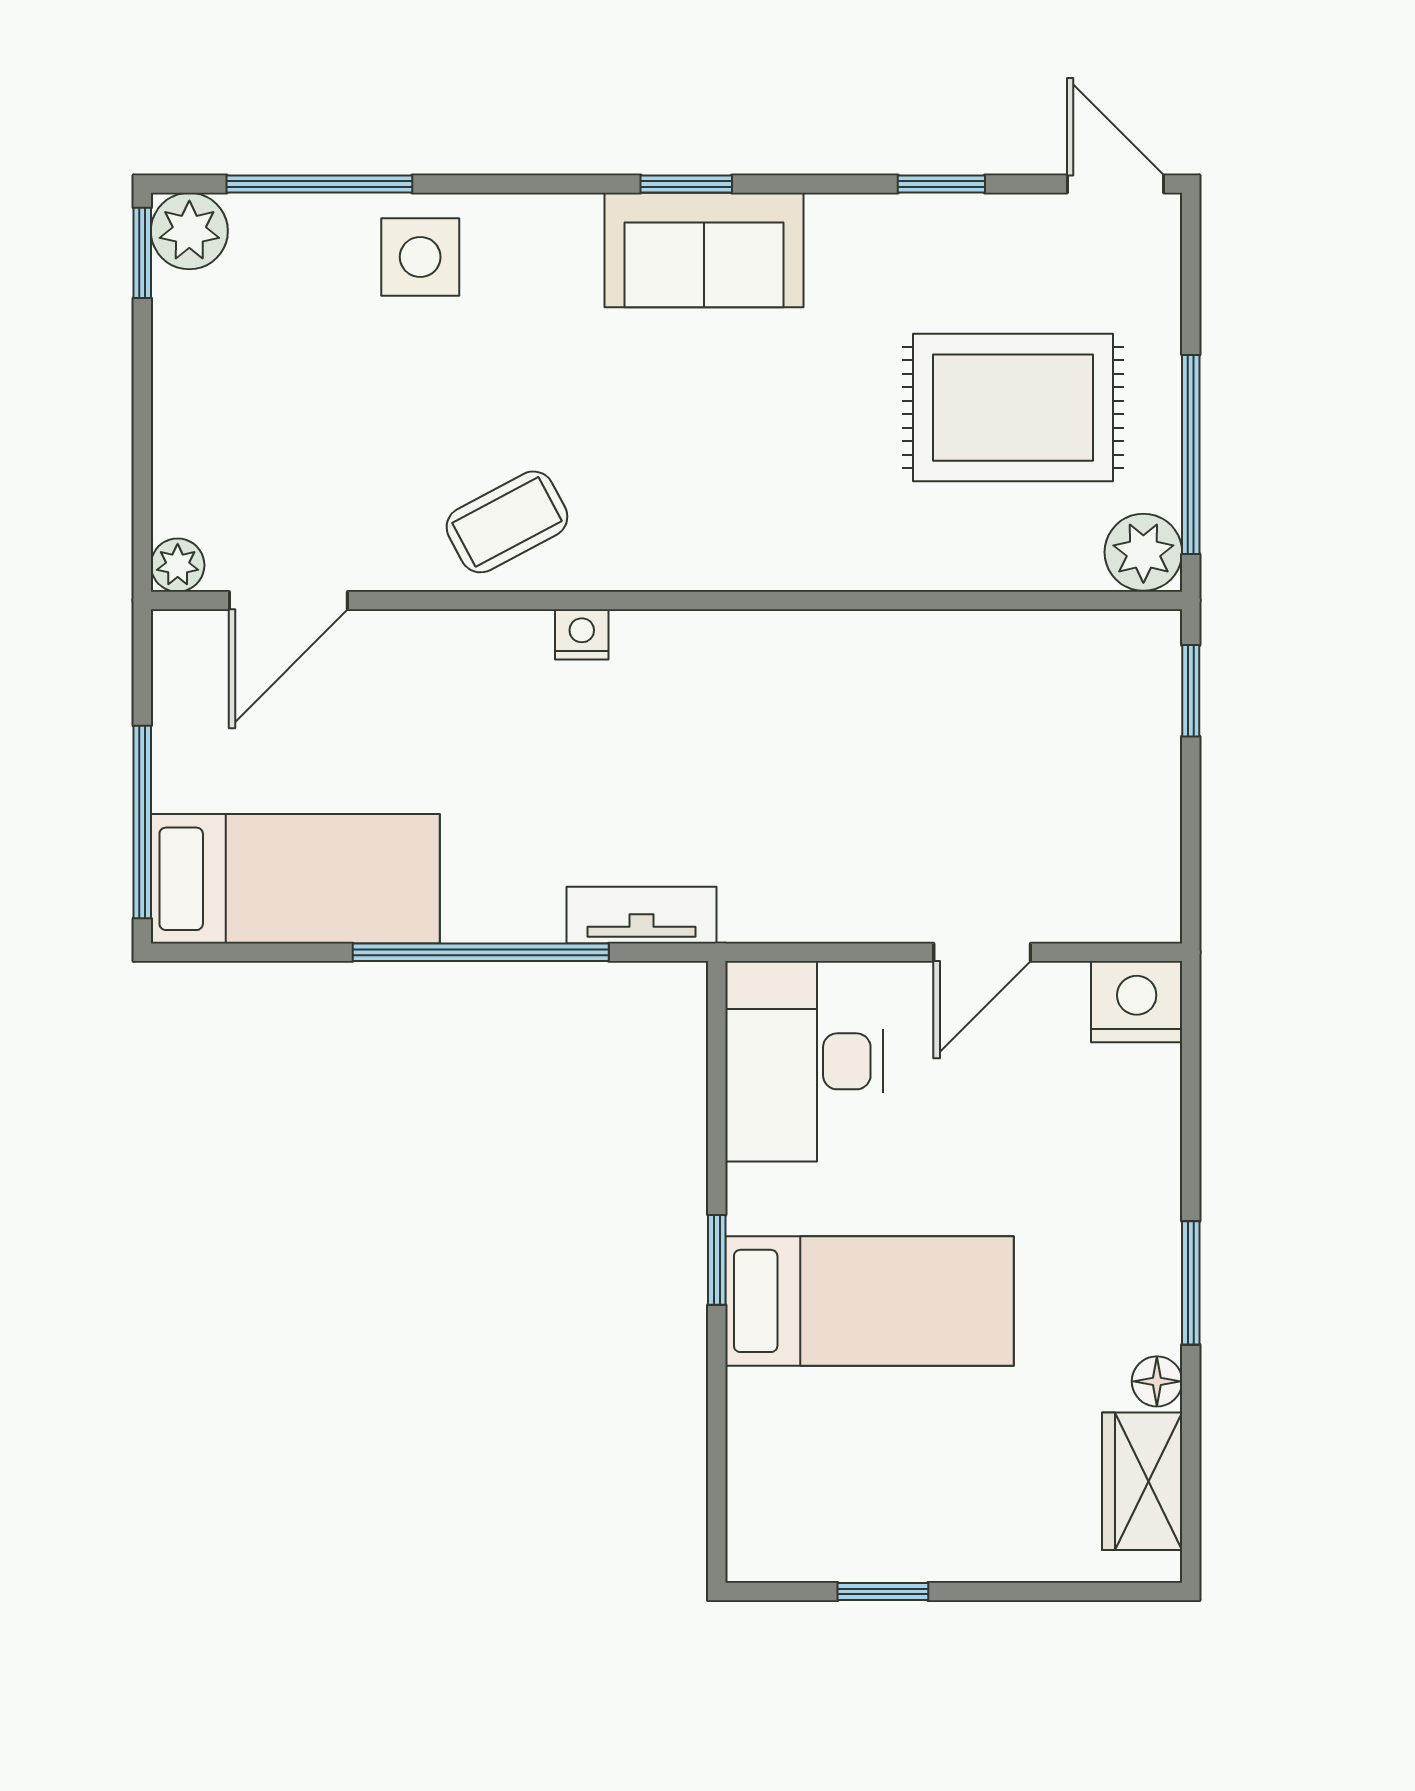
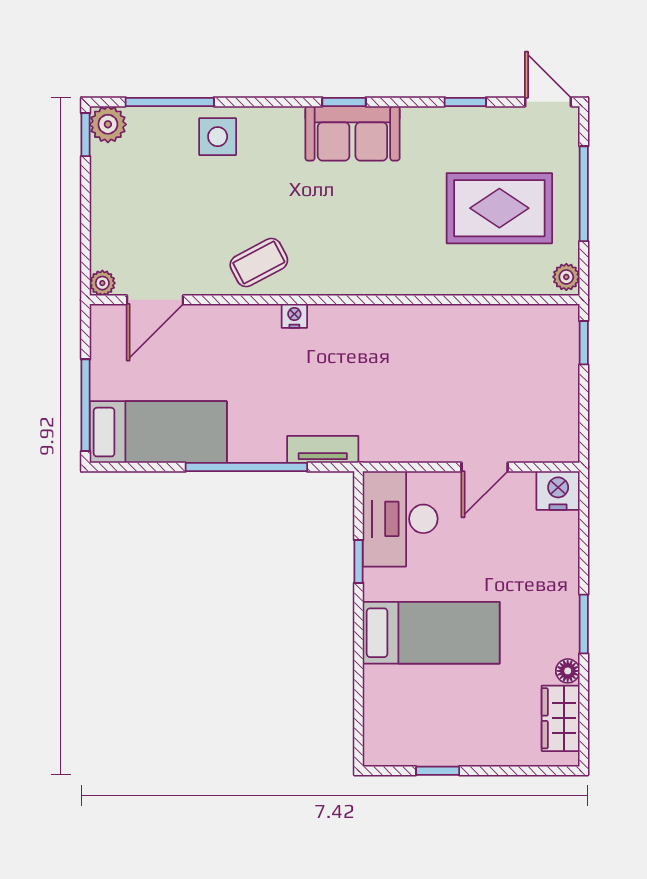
window: (1191, 454) -> (584, 194), moved
plant: (1143, 552) -> (566, 277), width x0.73, depth x0.73
window: (717, 1260) -> (359, 561), moved

